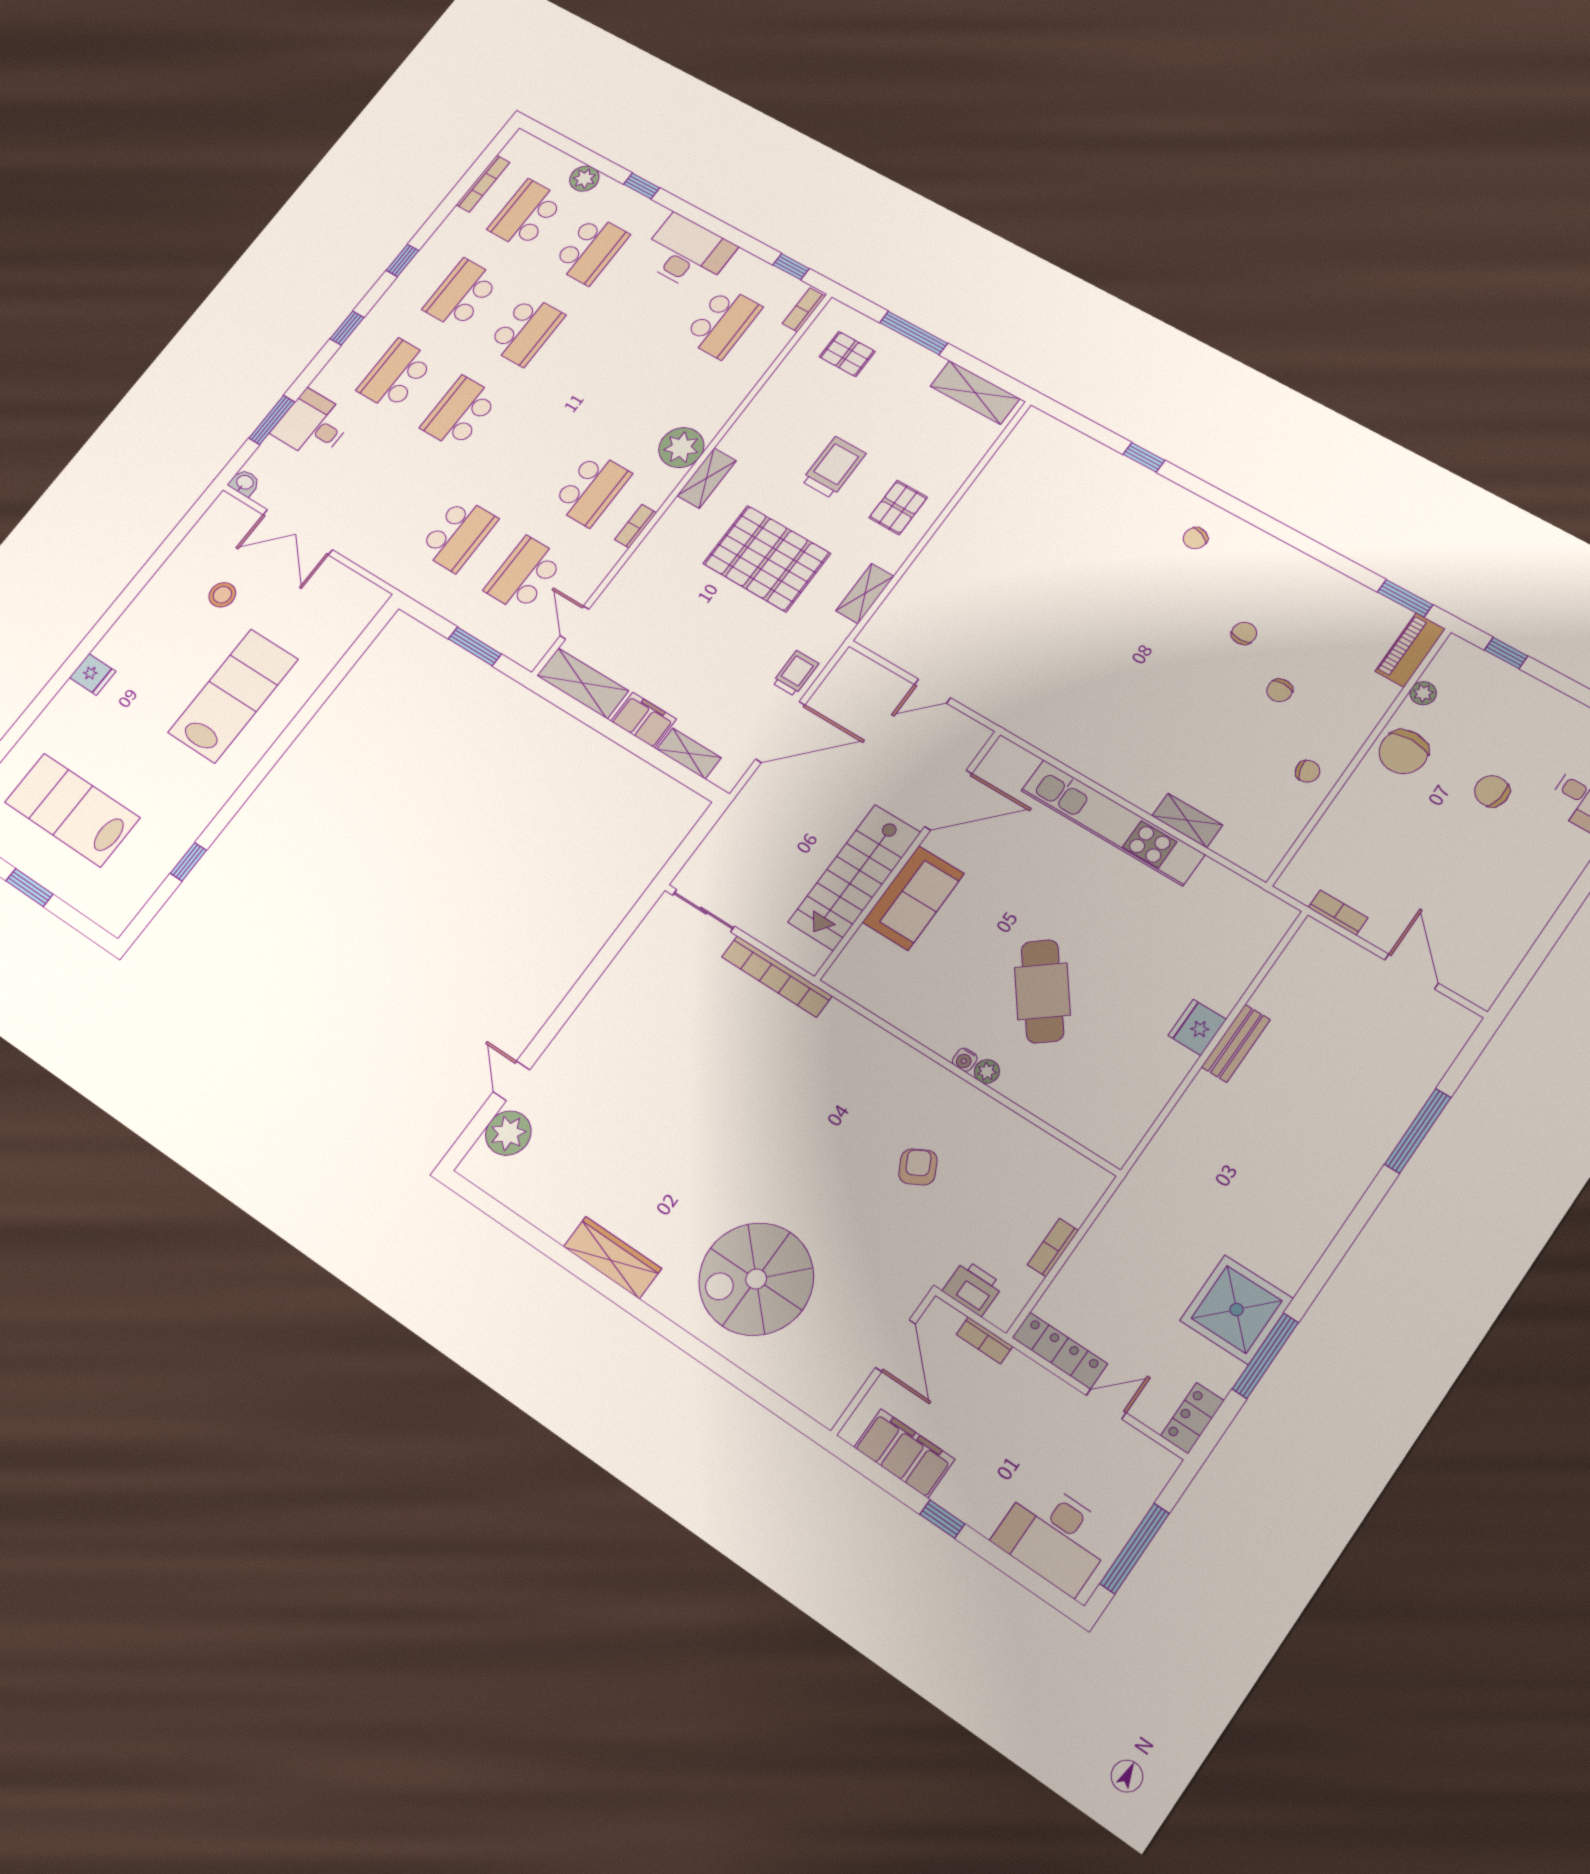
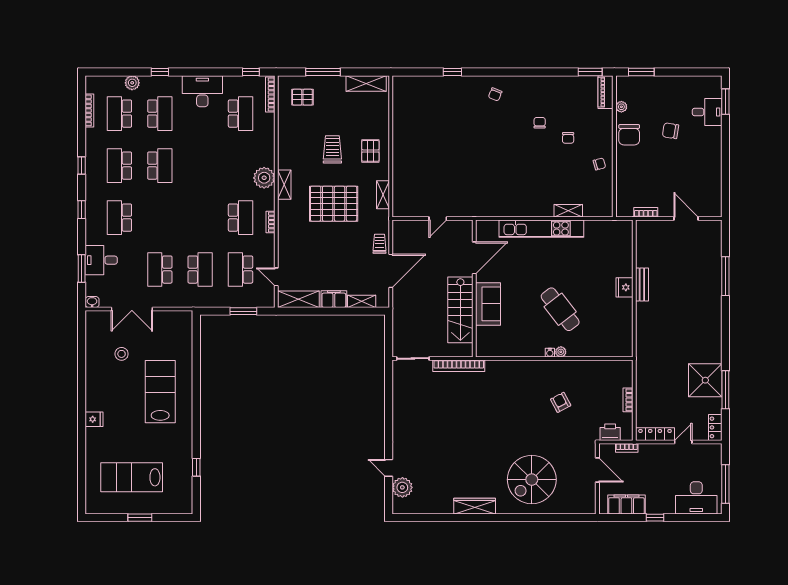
bookcase: (804, 310) -> (270, 94), width x1.56
school desk: (460, 412) -> (160, 270), moved
window: (1506, 653) -> (641, 72), width x1.50

